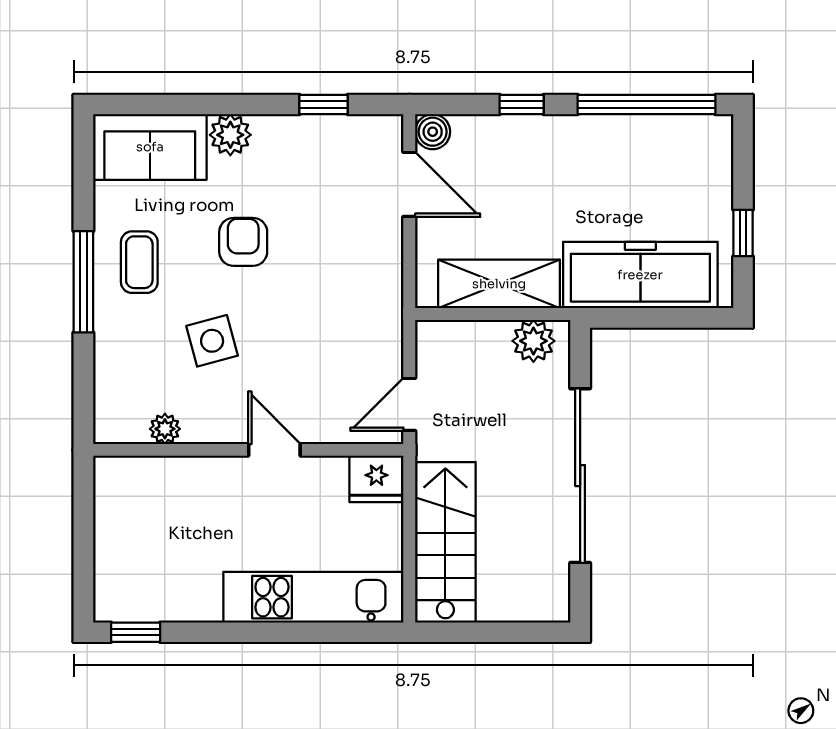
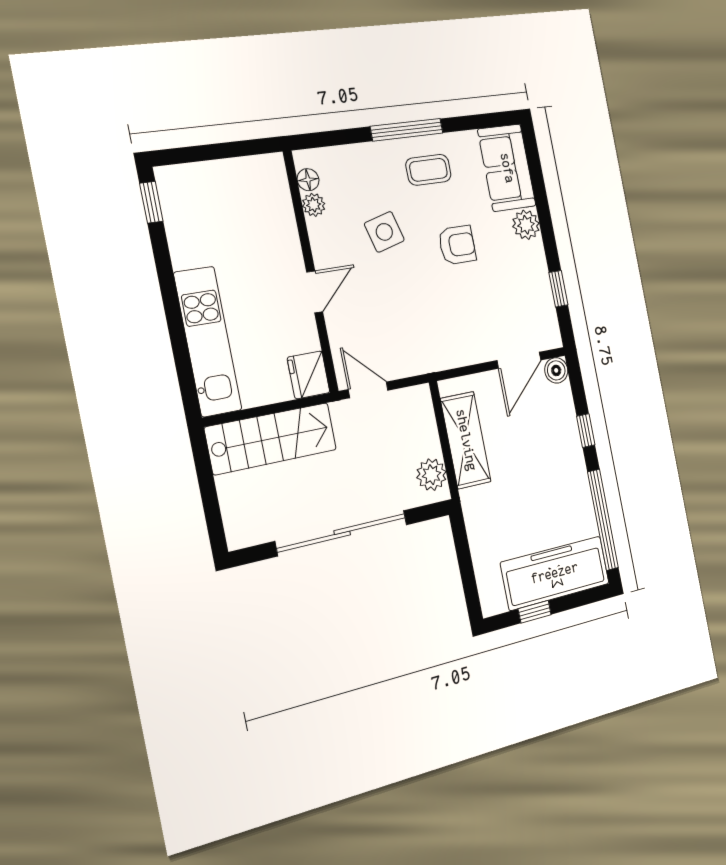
freezer: (640, 275) -> (555, 573), moved, turned -90
floor lamp: (132, 430) -> (308, 180), added

